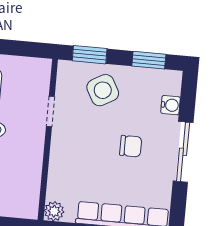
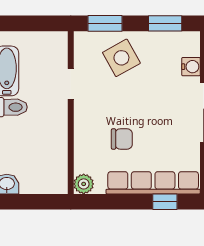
chair: (131, 146) -> (122, 139), moved

